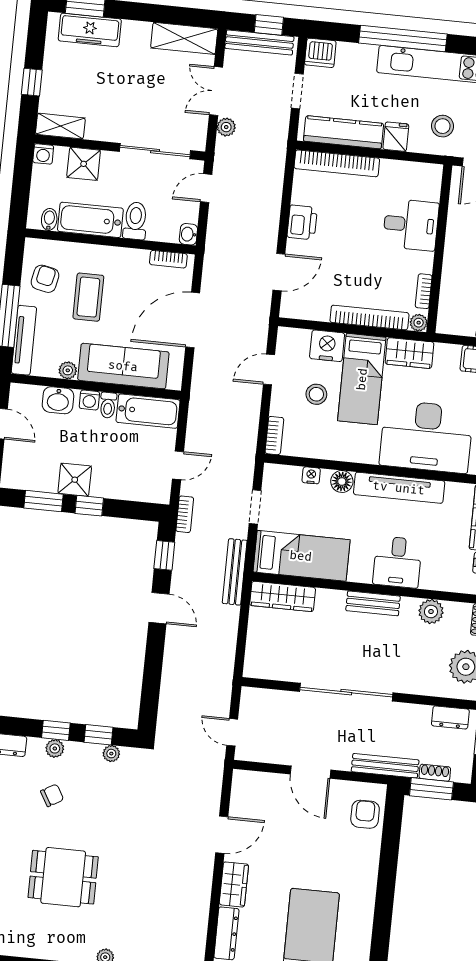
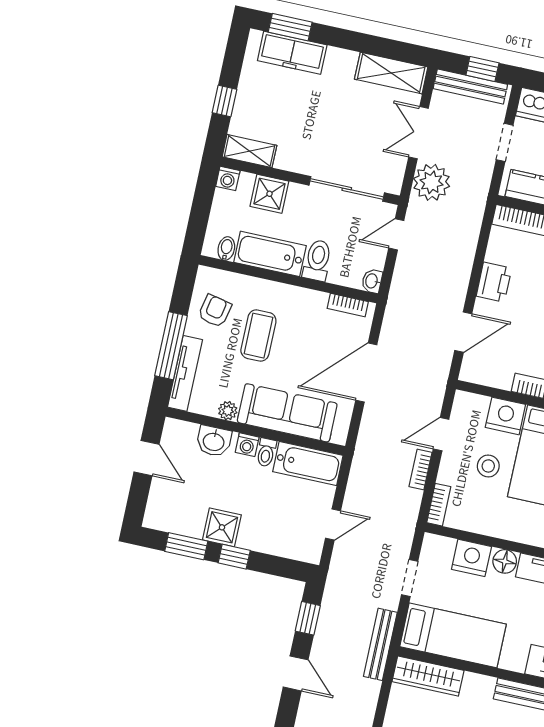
plant: (226, 127) -> (432, 182), width x1.87, depth x1.87
nightstand: (311, 475) -> (471, 558), width x1.89, depth x1.79
bookcase: (185, 514) -> (421, 469), moved, turned 180

